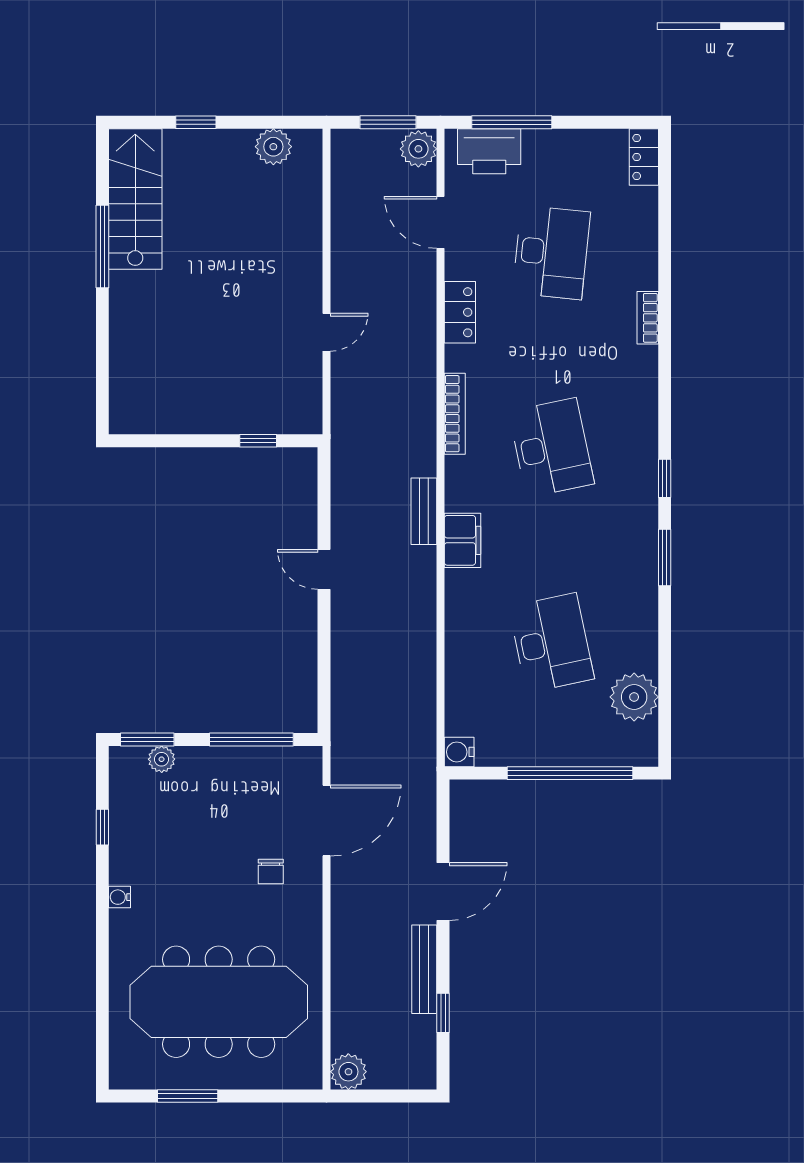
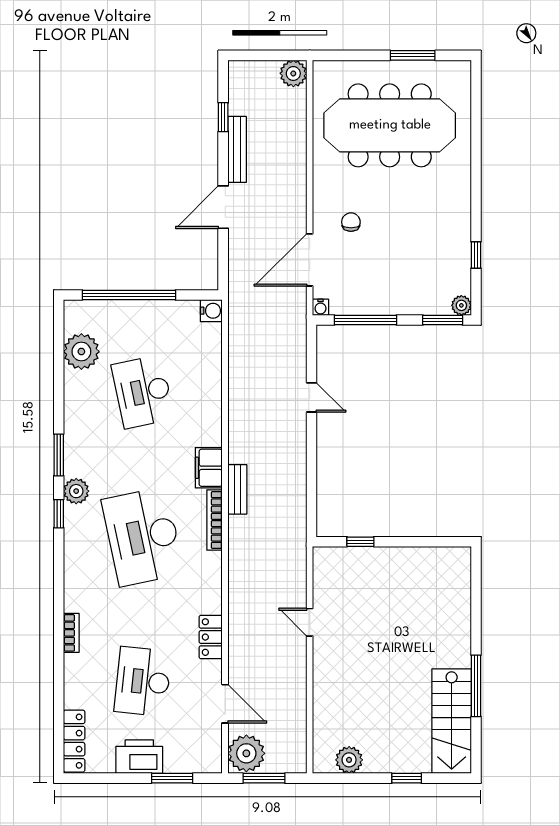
window: (512, 122) -> (172, 778), width x0.69
plant: (418, 149) -> (246, 753), width x1.36, depth x1.36
printer: (489, 151) -> (139, 757), moved
locker: (644, 157) -> (74, 741), width x1.53
door: (326, 332) -> (310, 622), hinge flipped
bookcase: (455, 414) -> (215, 520), moved
desk: (551, 448) -> (143, 537), width x1.36, depth x1.30
plant: (641, 509) -> (76, 491), added
door: (324, 569) -> (312, 397), moved
plant: (162, 759) -> (461, 305), moved
water cooler: (120, 897) -> (321, 307), moved, turned 90

